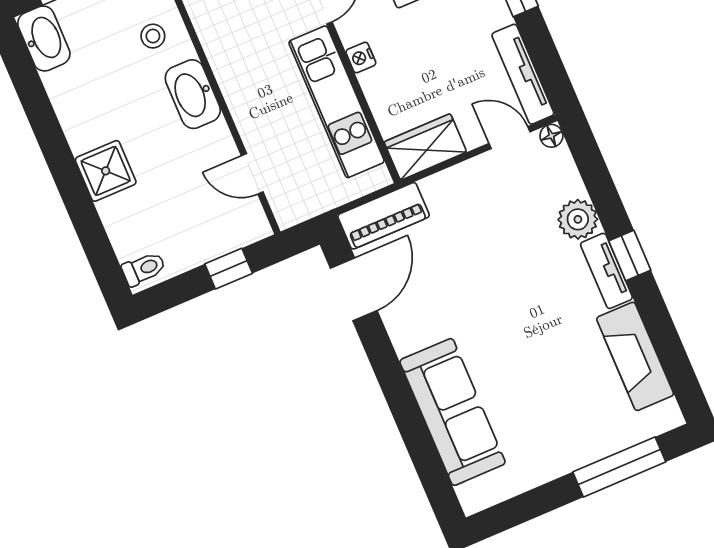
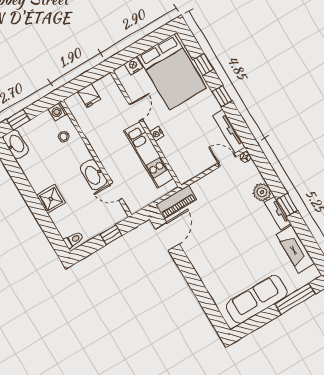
washbasin: (193, 94) -> (94, 175), moved
wardrobe: (425, 147) -> (190, 169), removed
sofa: (453, 412) -> (257, 299), moved, turned -90

